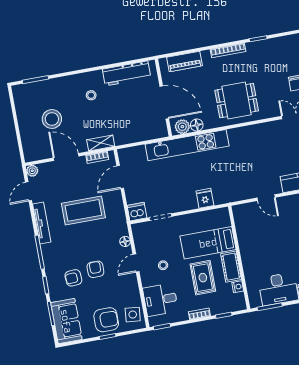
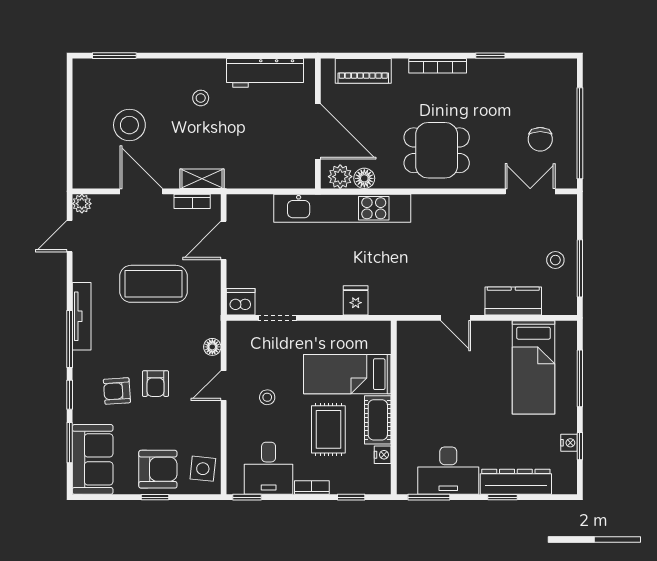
tv unit: (42, 223) -> (82, 316), moved
armchair: (95, 269) -> (155, 384), turned 180
desk: (160, 300) -> (269, 468), moved, turned -90

